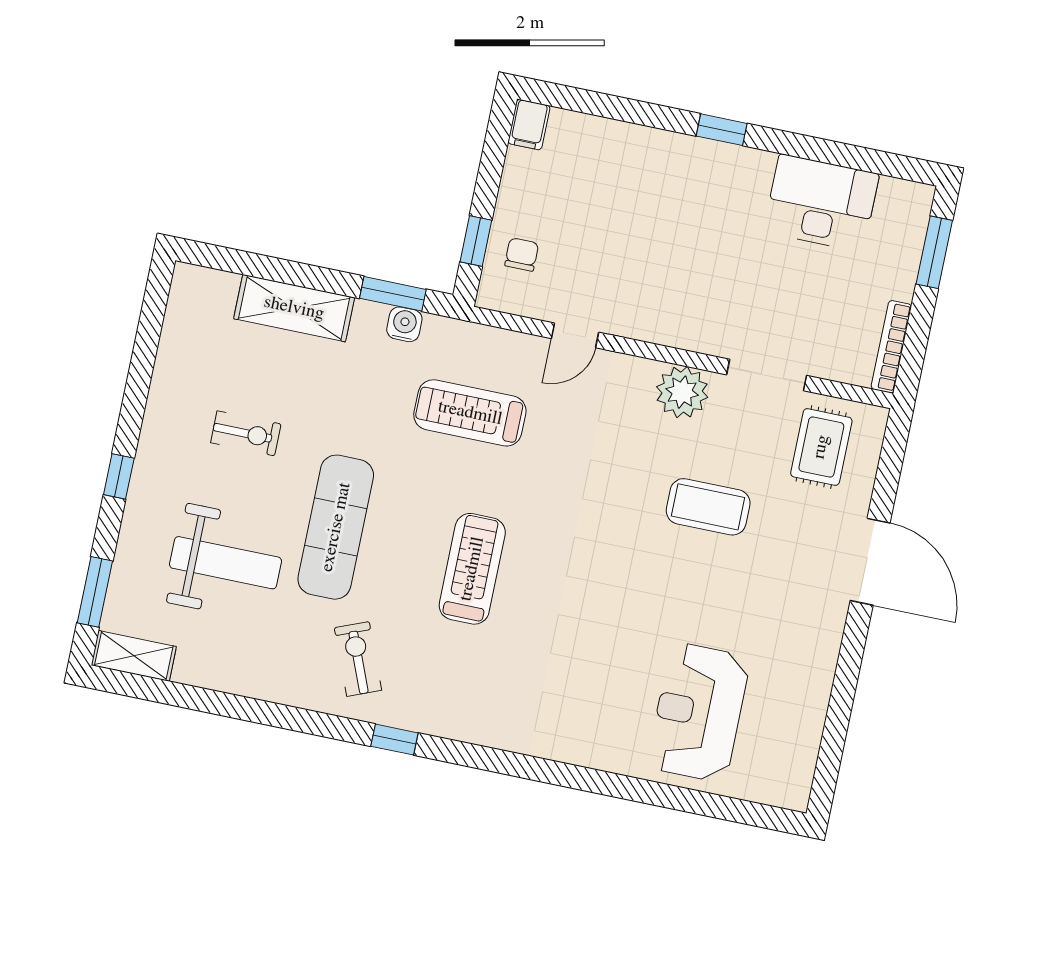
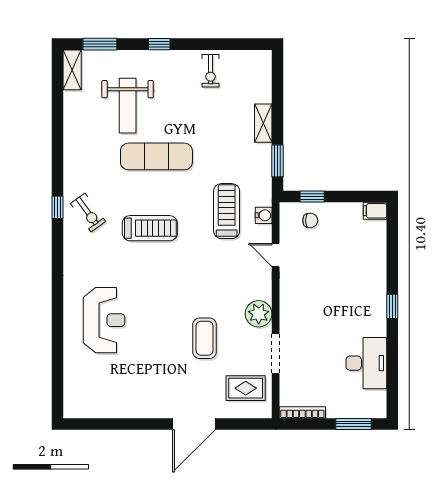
shelving: (294, 308) -> (263, 123), width x0.67, depth x0.75
water cooler: (404, 324) -> (264, 215), moved
exercise bike: (246, 433) -> (210, 71), moved
exercise bike: (358, 659) -> (88, 212), moved, turned 76
reception desk: (698, 712) -> (104, 320), moved, turned 90

